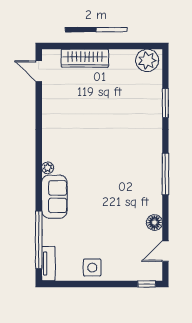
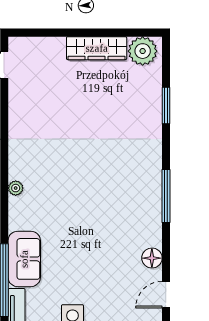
wardrobe: (85, 58) -> (97, 48), moved
sofa: (54, 197) -> (24, 259), moved

